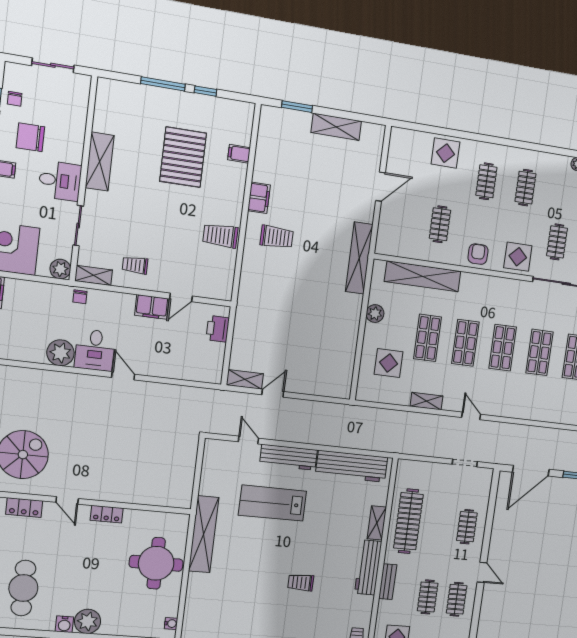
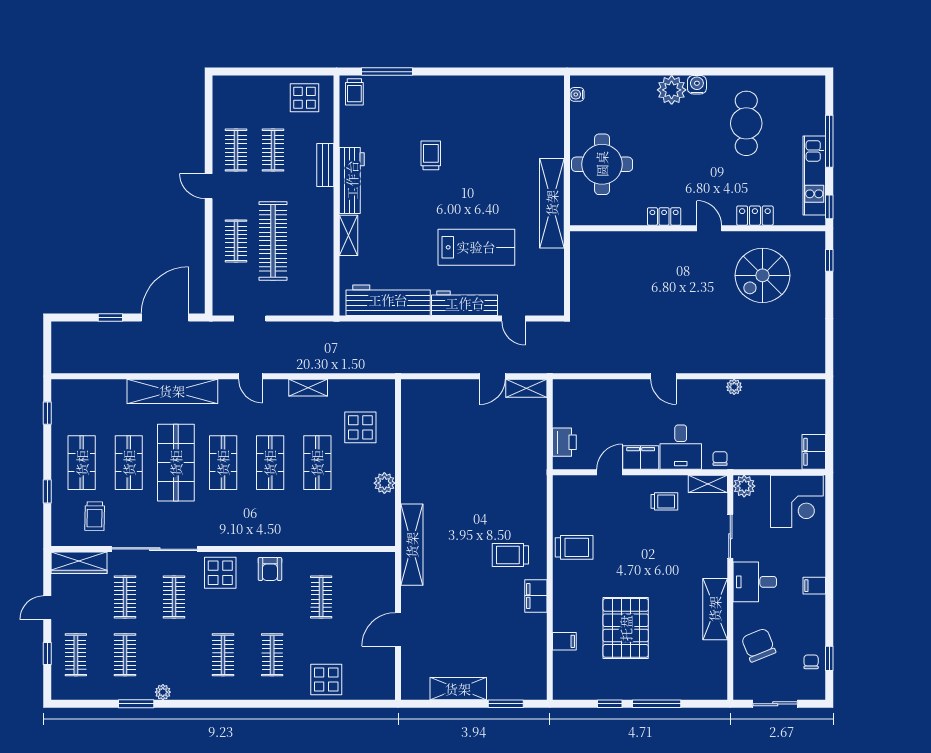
chair: (30, 137) -> (759, 645), moved, turned -112
shelving: (423, 276) -> (172, 391), moved
desk: (95, 350) -> (681, 447), moved, turned 180
shop shelf: (539, 352) -> (176, 463), width x1.43, depth x1.36
plant: (60, 353) -> (734, 387), width x0.53, depth x0.53
clothes rail: (408, 521) -> (273, 241), moved
trolley: (301, 582) -> (431, 155), turned -90

